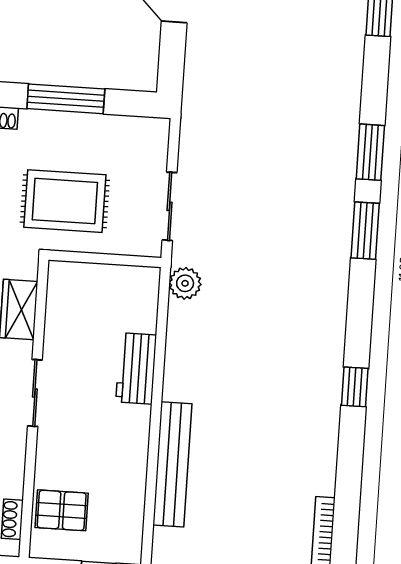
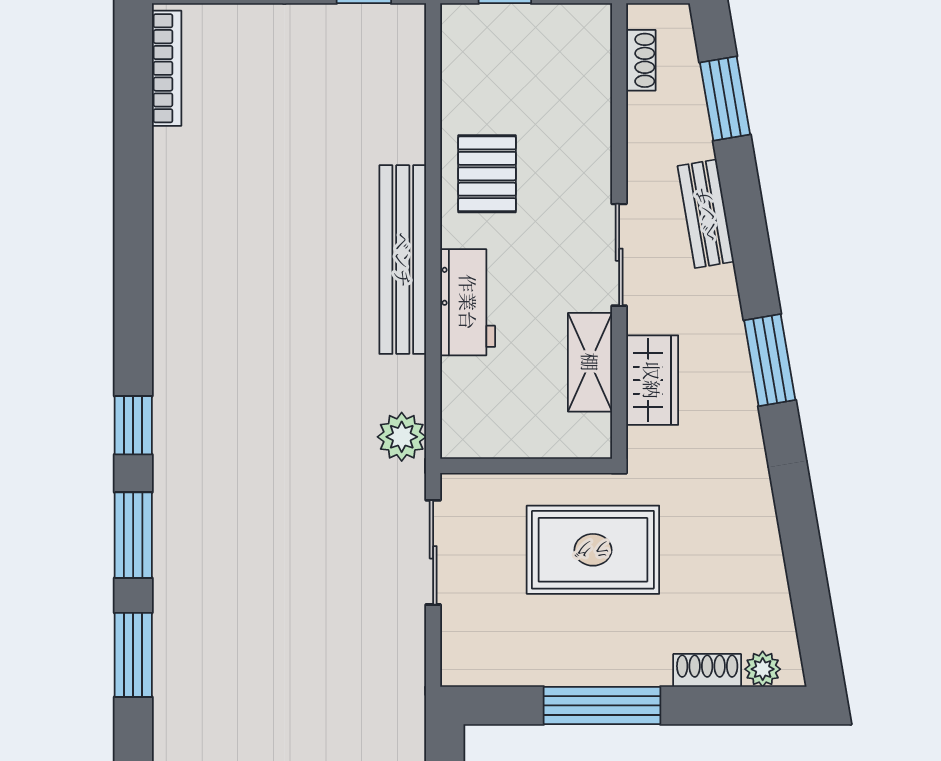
shelving: (59, 324) -> (590, 362), added
window: (355, 387) -> (133, 425), moved
bench: (172, 464) -> (403, 260), moved
pallet: (62, 510) -> (487, 174), moved, turned 90

